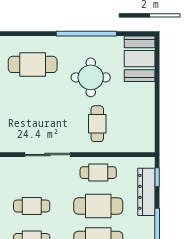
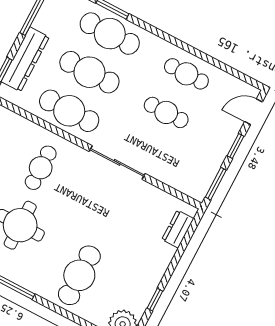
cafe table: (33, 64) -> (79, 275), turned 90
cafe table: (98, 173) -> (69, 111), width x1.37, depth x1.35

